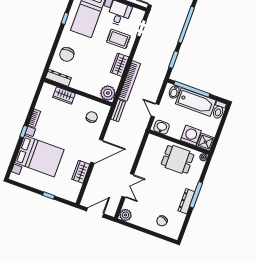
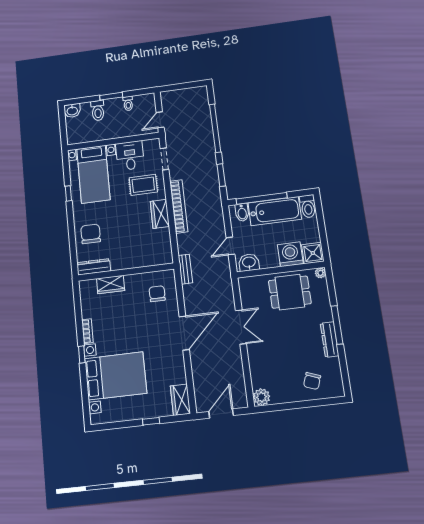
chair: (67, 54) -> (91, 234), turned 180
bookcase: (129, 81) -> (179, 206), moved
plant: (108, 93) -> (162, 254), removed
door: (155, 110) -> (230, 246), hinge flipped
wardrobe: (81, 172) -> (180, 400), moved
double door: (128, 185) -> (241, 327), moved

